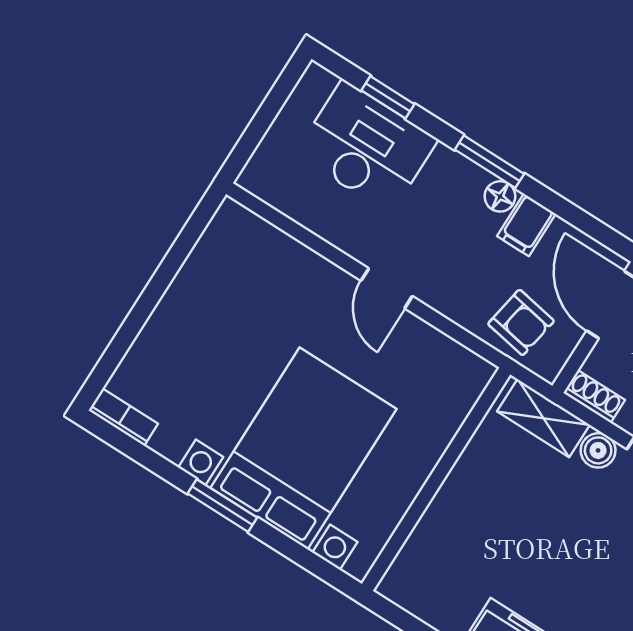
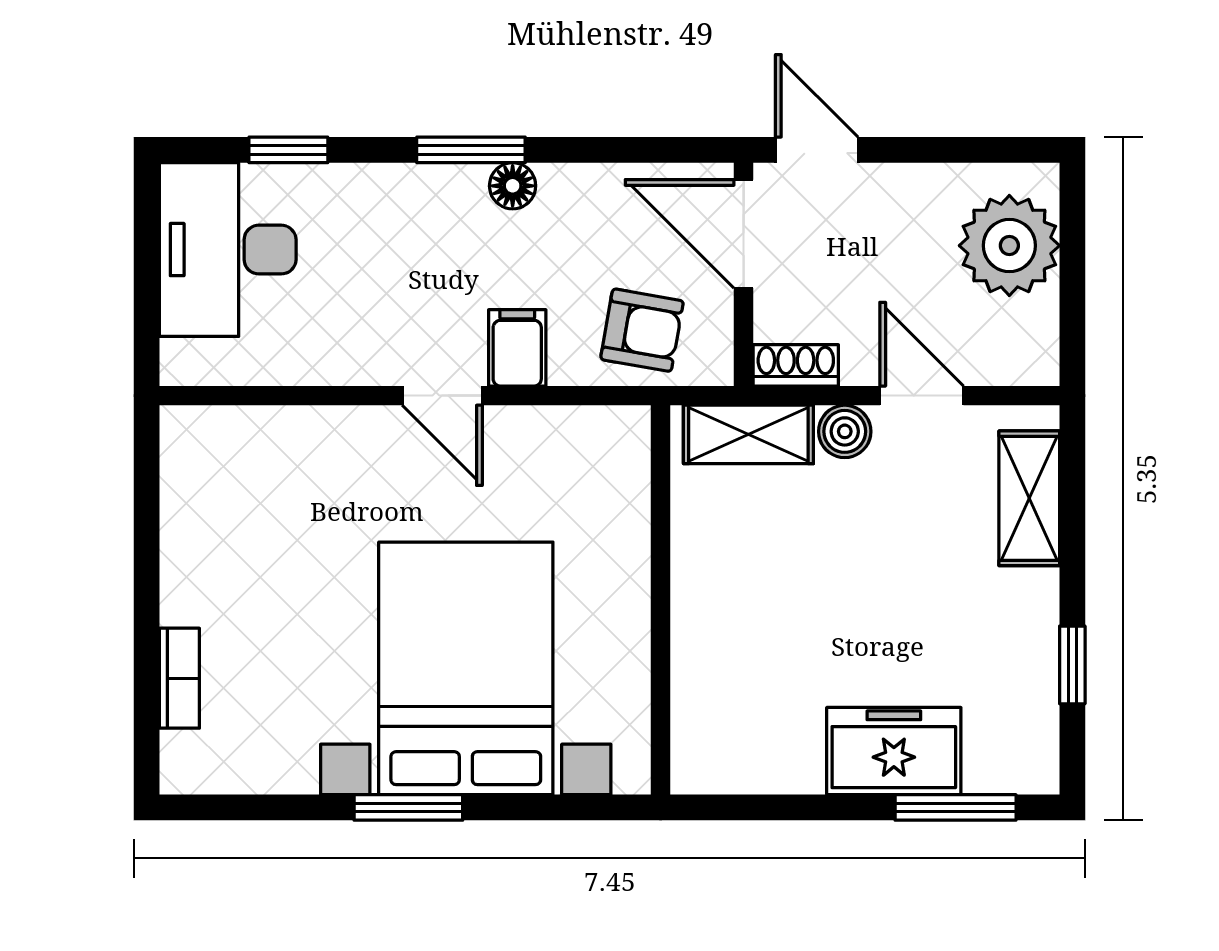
desk: (366, 147) -> (228, 250), moved, turned -90
filing cabinet: (526, 225) -> (517, 348), moved, turned 180
bookcase: (123, 417) -> (179, 678), moved, turned 90

